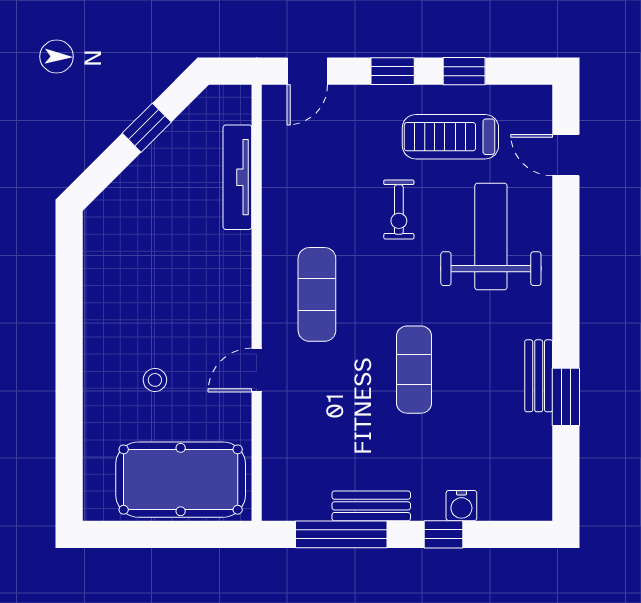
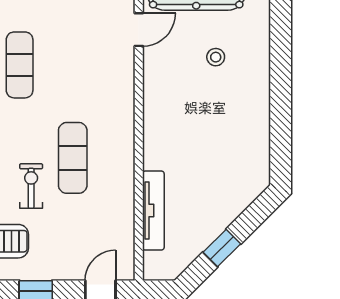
exercise mat: (317, 294) -> (73, 158), moved
door: (257, 370) -> (139, 30), moved

